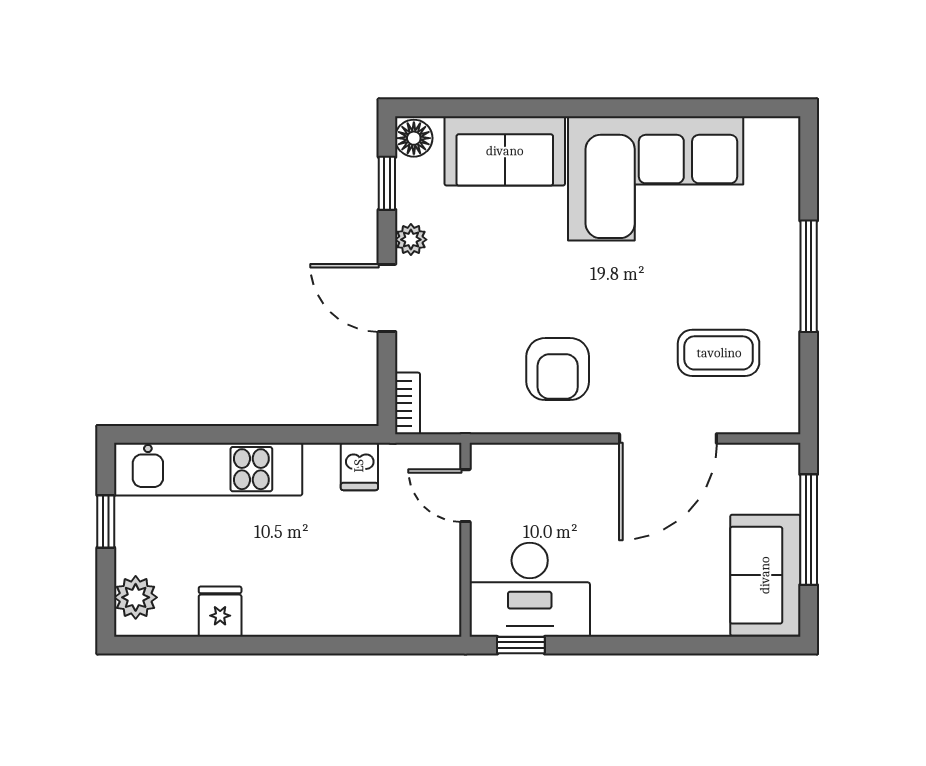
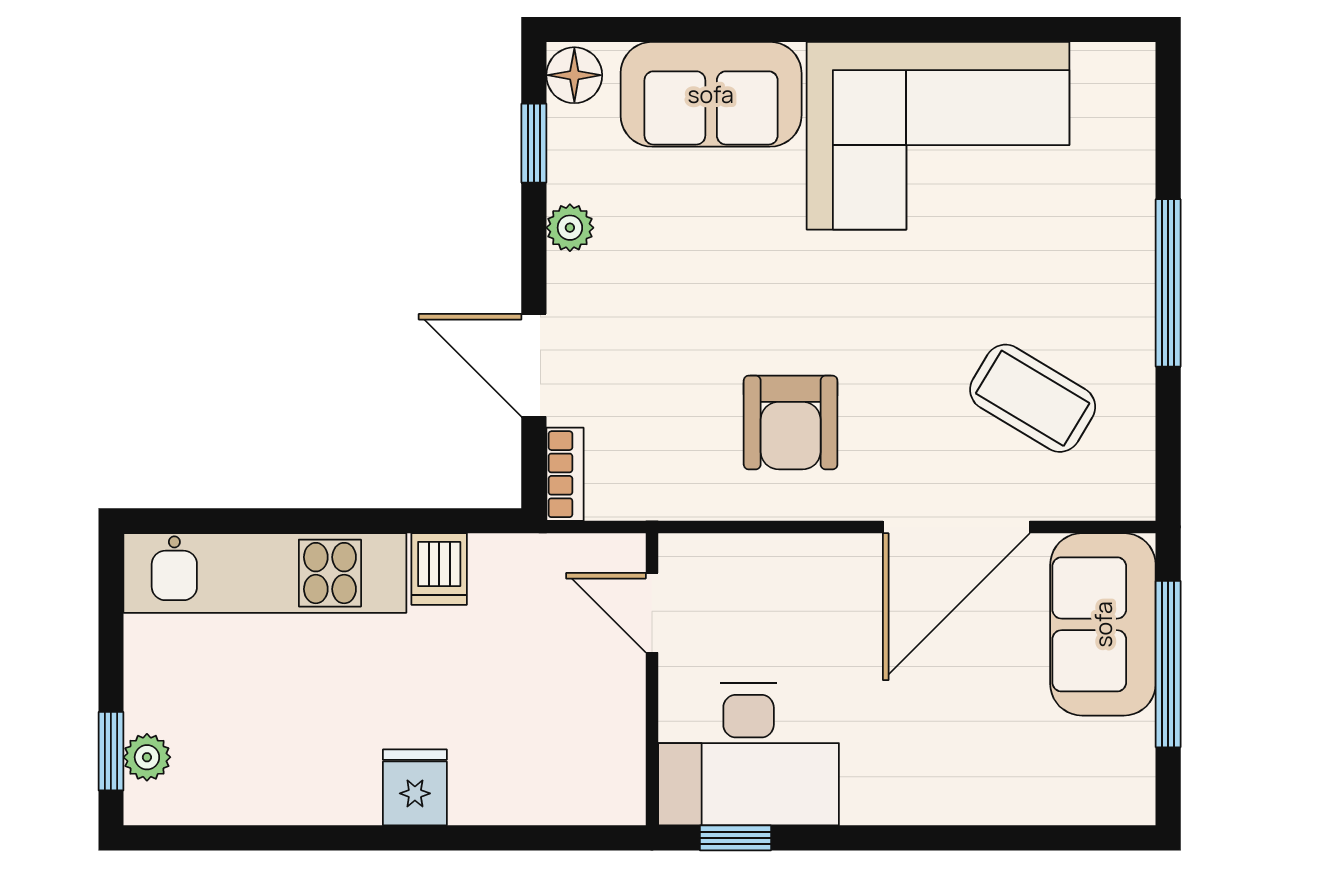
door: (387, 298) -> (534, 365), moved
coffee table: (719, 353) -> (1033, 398), turned 31
dishwasher: (359, 466) -> (439, 569), moved
window: (106, 521) -> (111, 751), moved
sofa: (765, 575) -> (1103, 624), moved
plant: (136, 597) -> (147, 757), width x0.73, depth x0.73
fridge: (220, 612) -> (415, 787), moved

